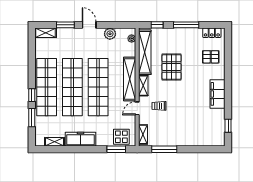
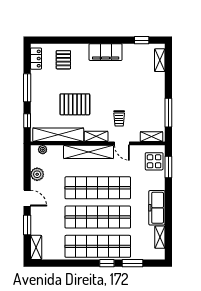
door: (89, 25) -> (27, 198), swing flipped
shelving: (210, 142) -> (160, 60), added

